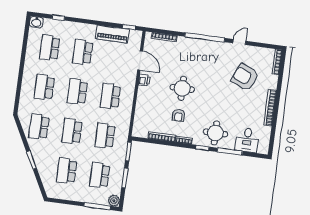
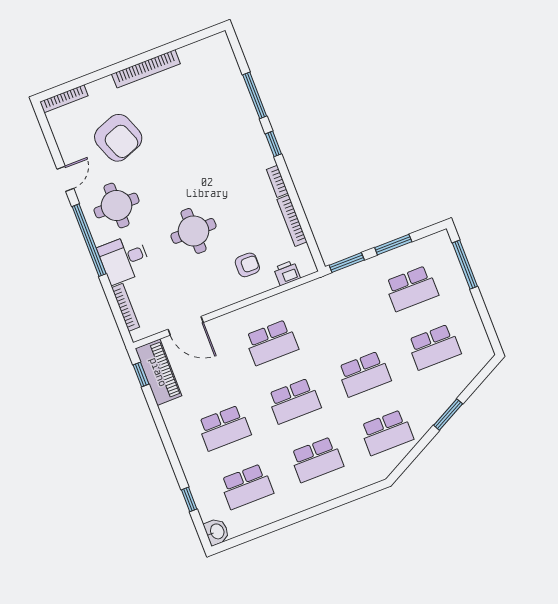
piano: (113, 34) -> (158, 372), moved
door: (239, 42) -> (65, 179), swing flipped
door: (140, 60) -> (186, 326), swing flipped
armchair: (245, 77) -> (118, 138), turned -44
printer: (144, 80) -> (287, 273), moved
armchair: (179, 115) -> (247, 265), moved
round table: (215, 133) -> (117, 205), moved
school desk: (105, 136) -> (342, 315), removed
desk: (247, 140) -> (124, 259), moved, turned 180
plant: (114, 201) -> (441, 242), removed

